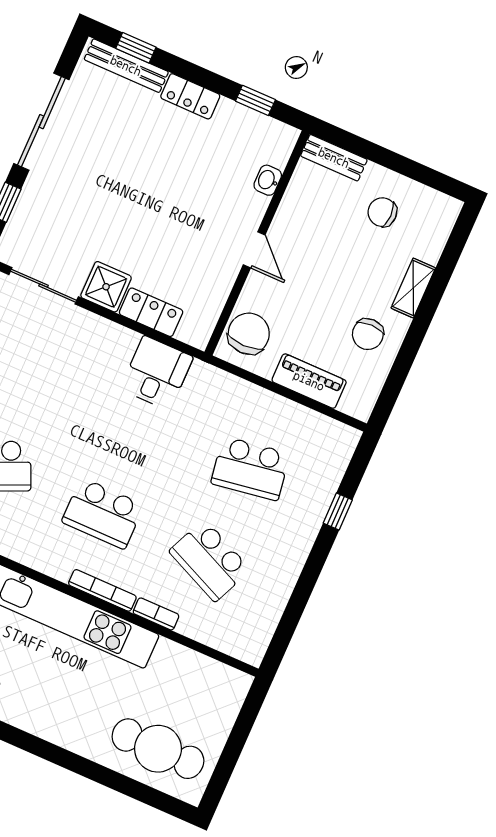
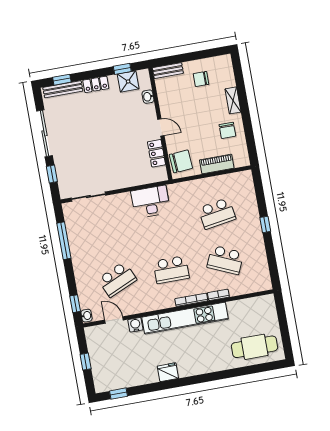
shower: (106, 287) -> (128, 81), moved
locker: (151, 312) -> (156, 153), moved, turned -90
chair: (249, 334) -> (181, 161), turned 86
desk: (157, 373) -> (151, 202), width x1.37
window: (338, 511) -> (265, 224), moved

